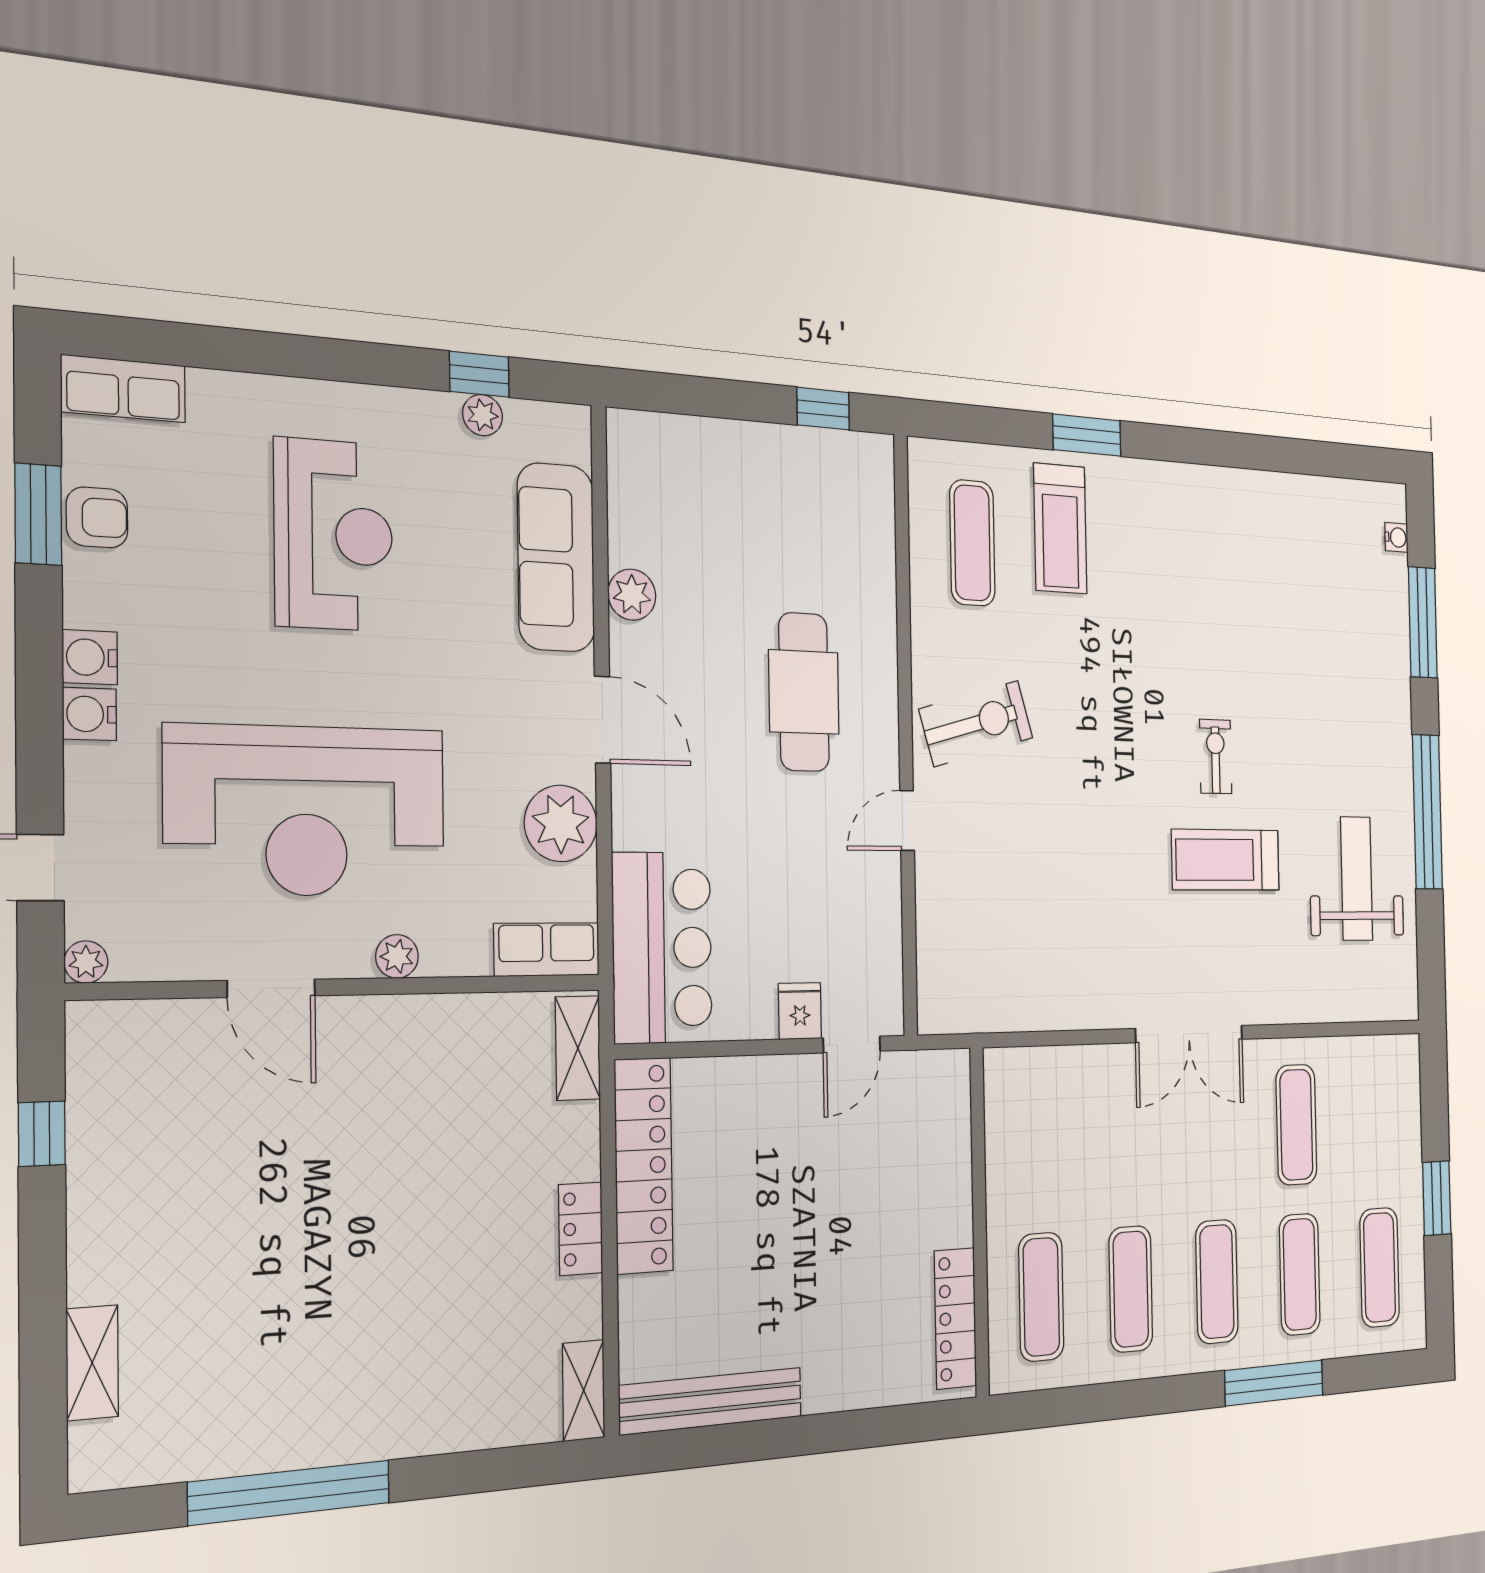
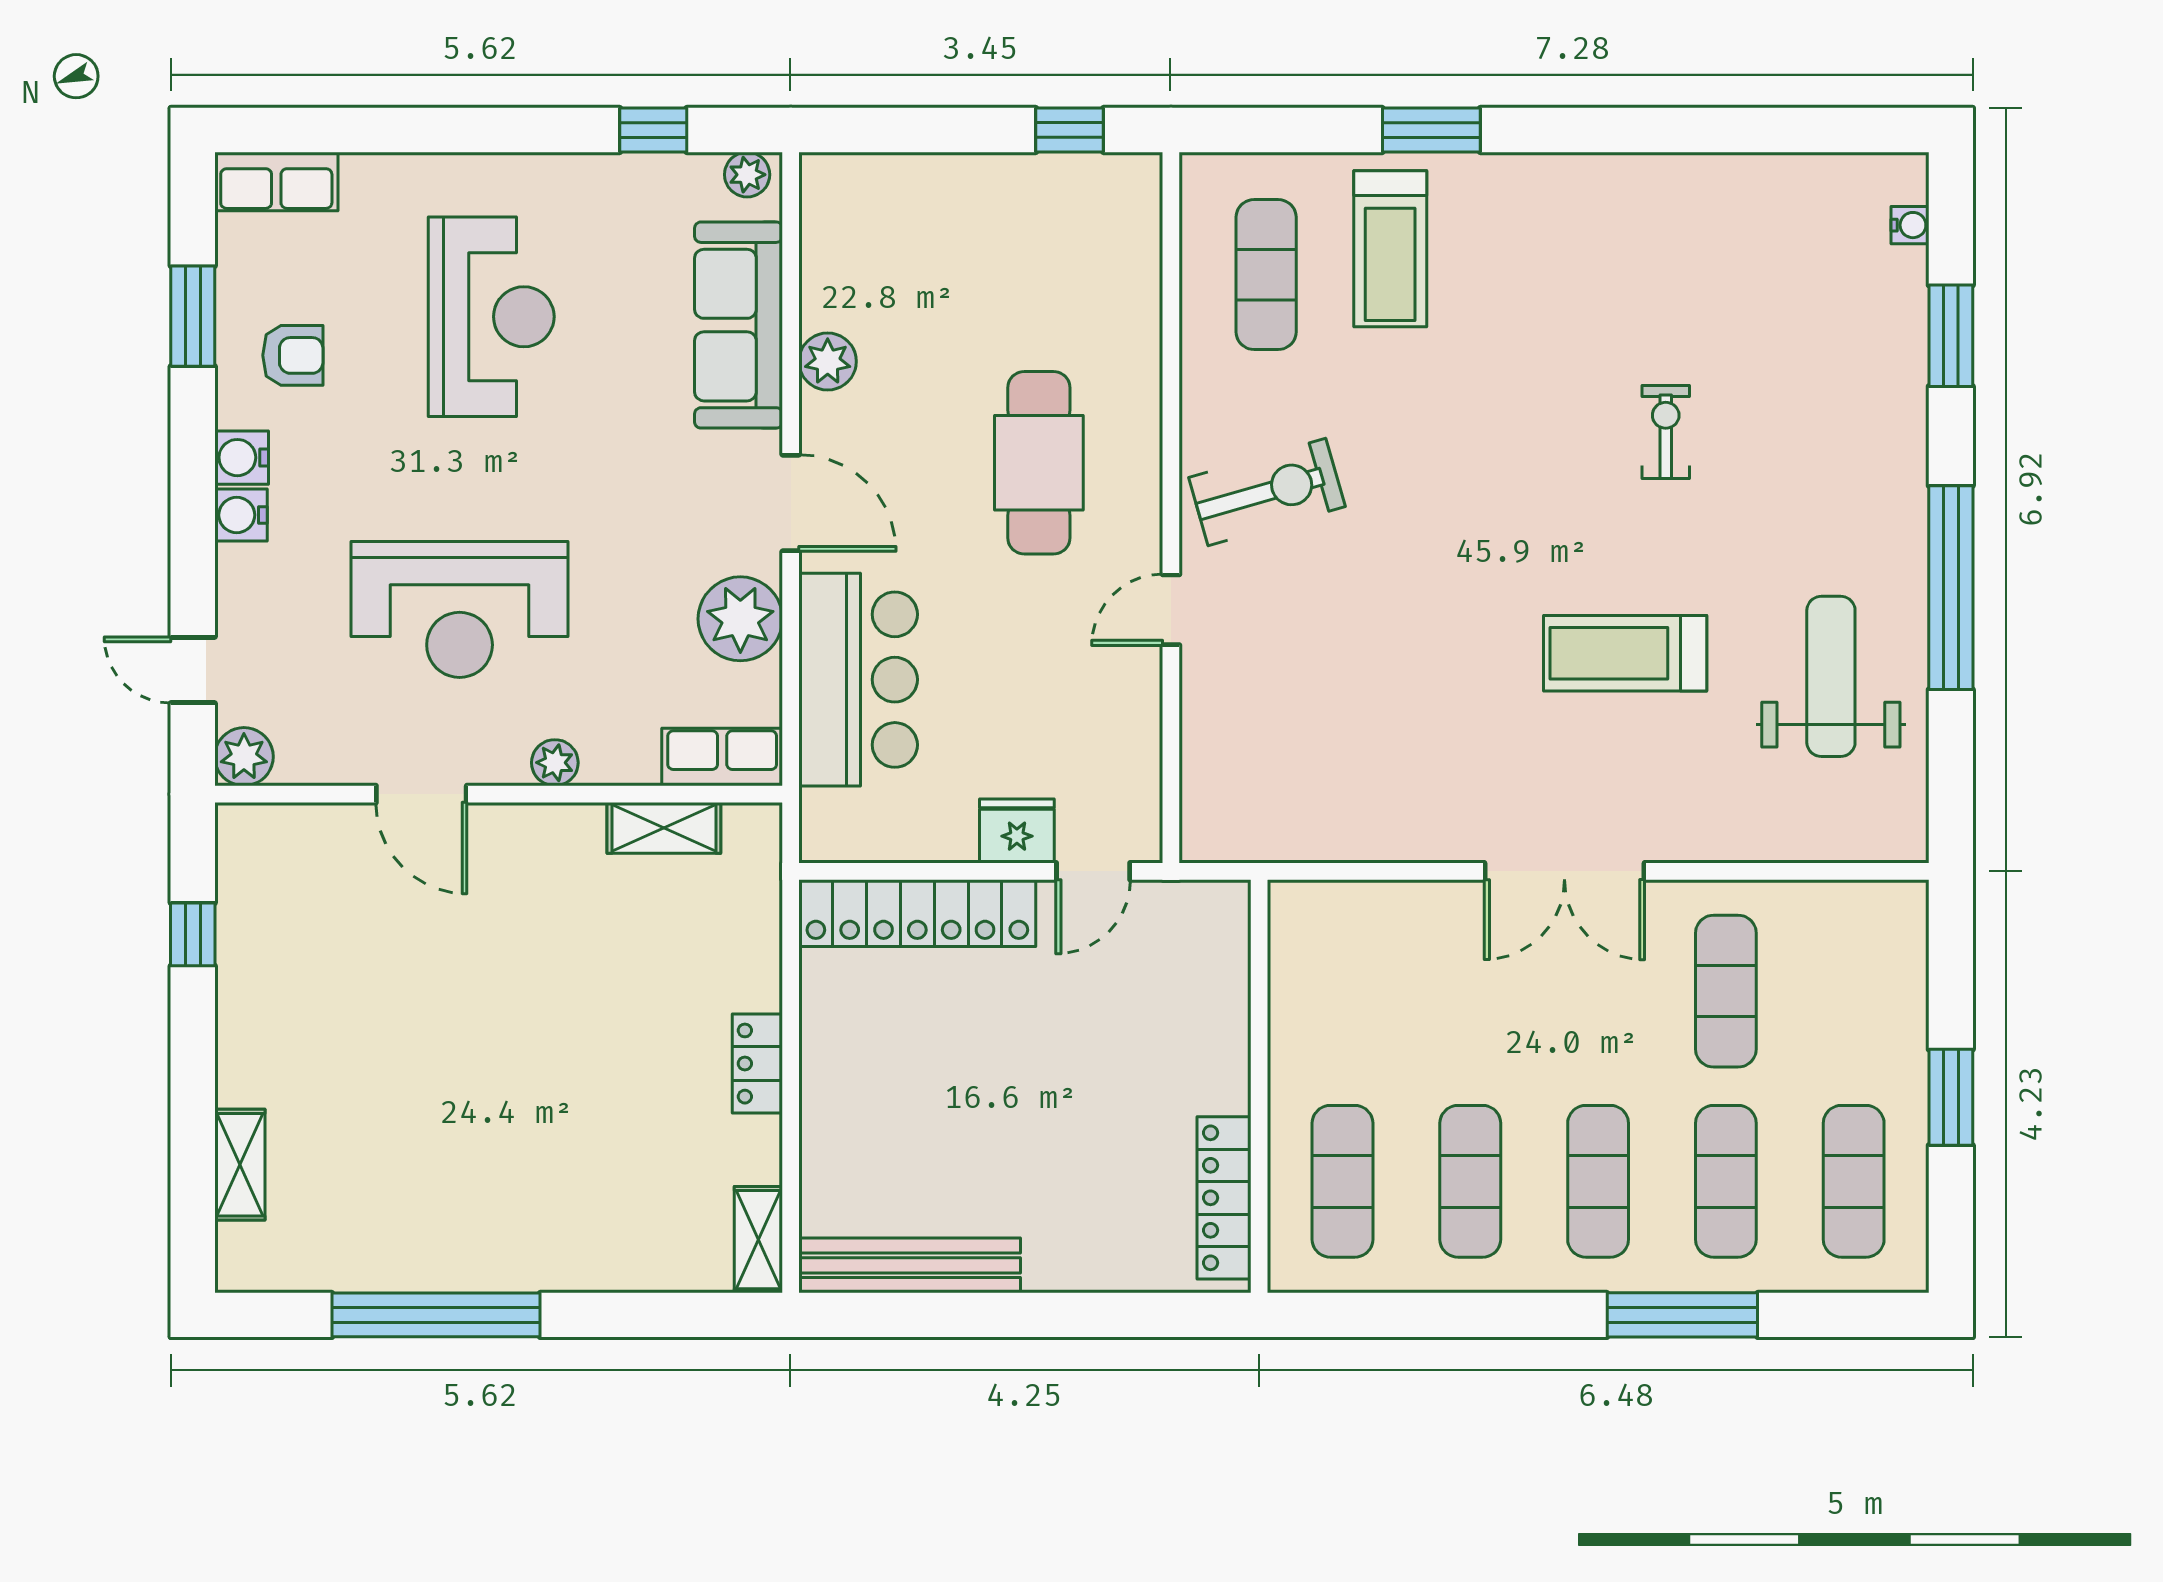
plant: (483, 415) -> (747, 175), moved
armchair: (97, 517) -> (293, 355), moved
window: (1423, 622) -> (1951, 336), width x0.69
exercise bike: (1216, 757) -> (1666, 432), moved
reception desk: (306, 811) -> (460, 609), width x0.74, depth x0.77
bar counter: (662, 948) -> (858, 680), moved
plant: (86, 962) -> (244, 757), width x1.38, depth x1.38
fridge: (800, 1011) -> (1017, 831), width x1.38
shelving: (578, 1048) -> (664, 828), moved, turned 90
locker: (644, 1165) -> (917, 913), moved, turned 90

